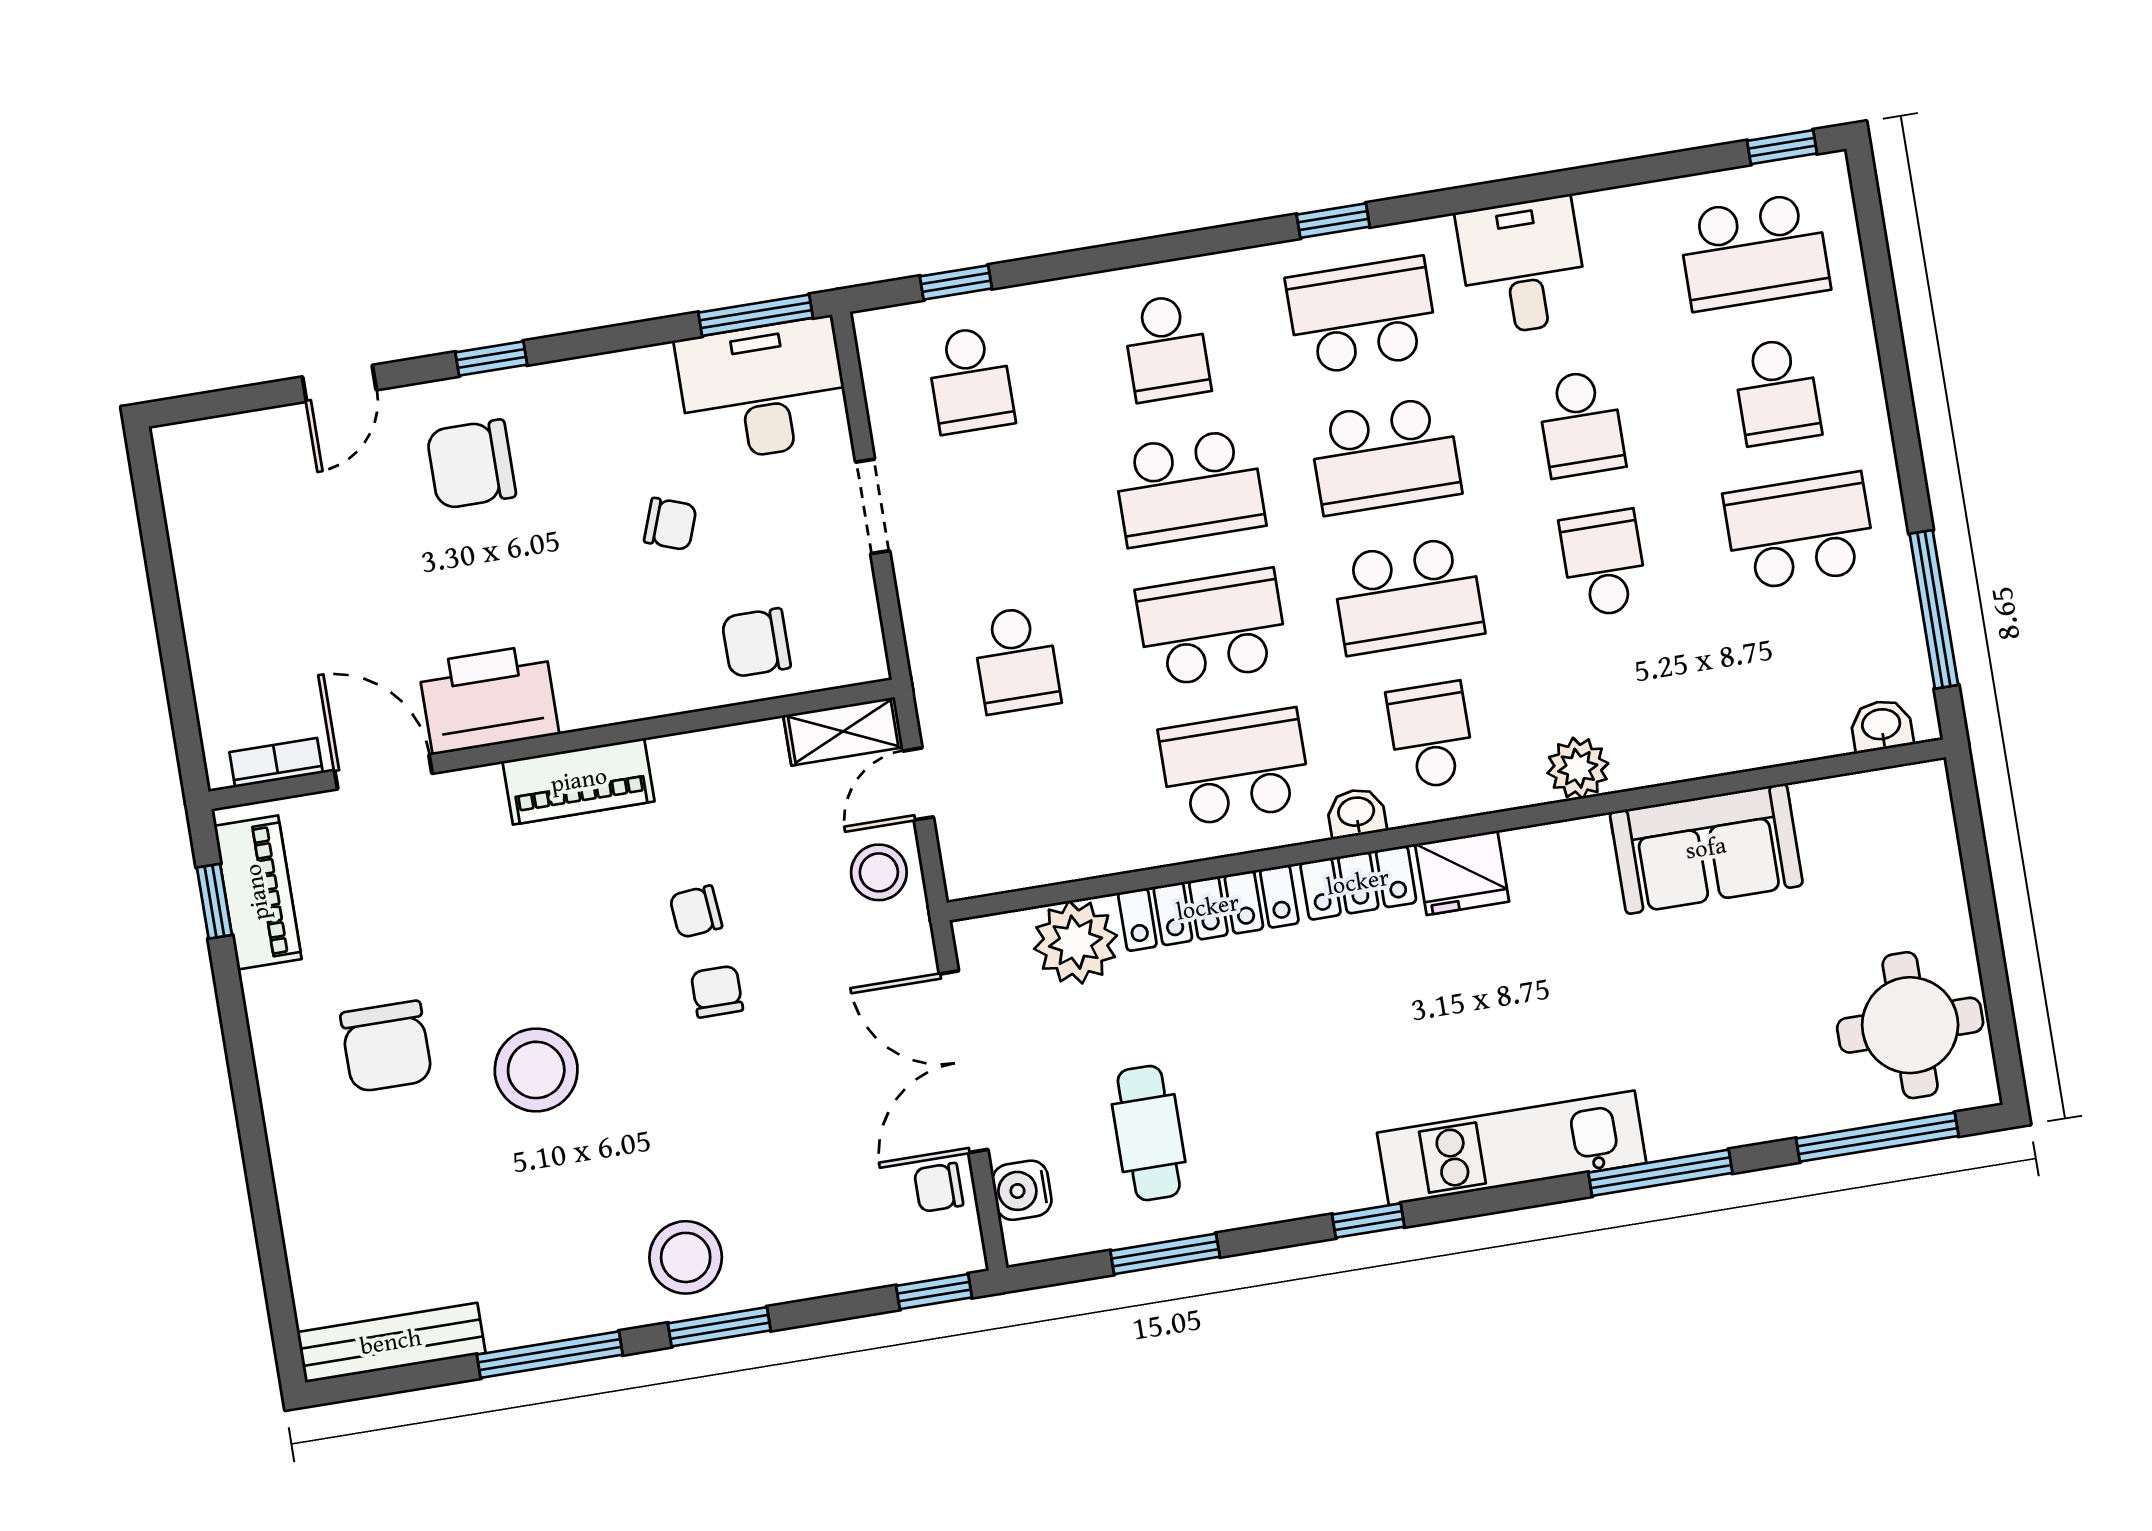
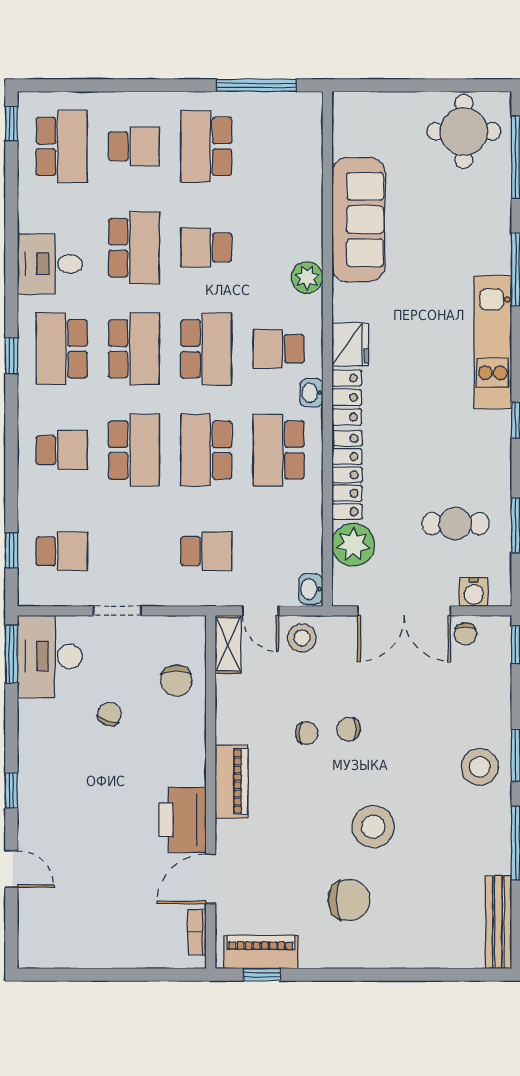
school desk: (1581, 424) -> (134, 248), width x1.85
chair: (471, 464) -> (63, 809), removed
washbasin: (1881, 726) -> (311, 589), moved
sofa: (1706, 849) -> (358, 220), width x1.36
chair: (696, 912) -> (307, 733), turned -85

